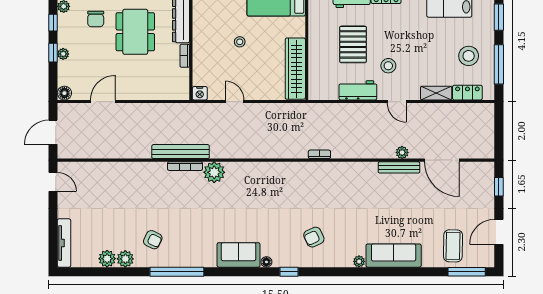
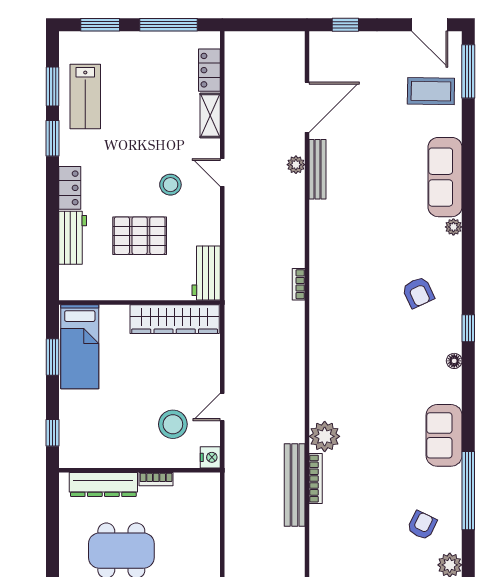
stool: (240, 42) -> (173, 424), moved, width x1.89, depth x1.89
stool: (469, 56) -> (156, 69), removed
workbench: (358, 90) -> (206, 273), moved
door: (397, 102) -> (222, 172), swing flipped
door: (499, 232) -> (430, 25), moved
sofa: (239, 255) -> (444, 435), moved

